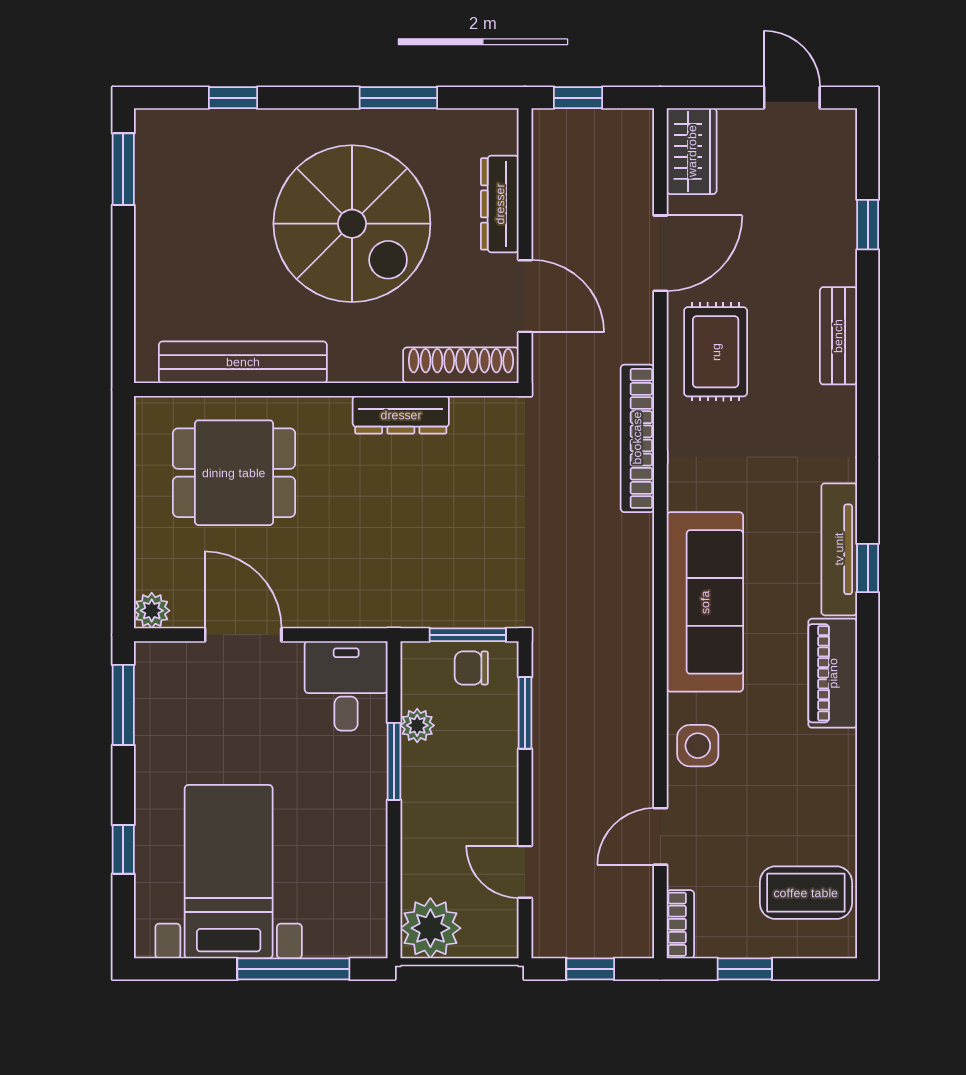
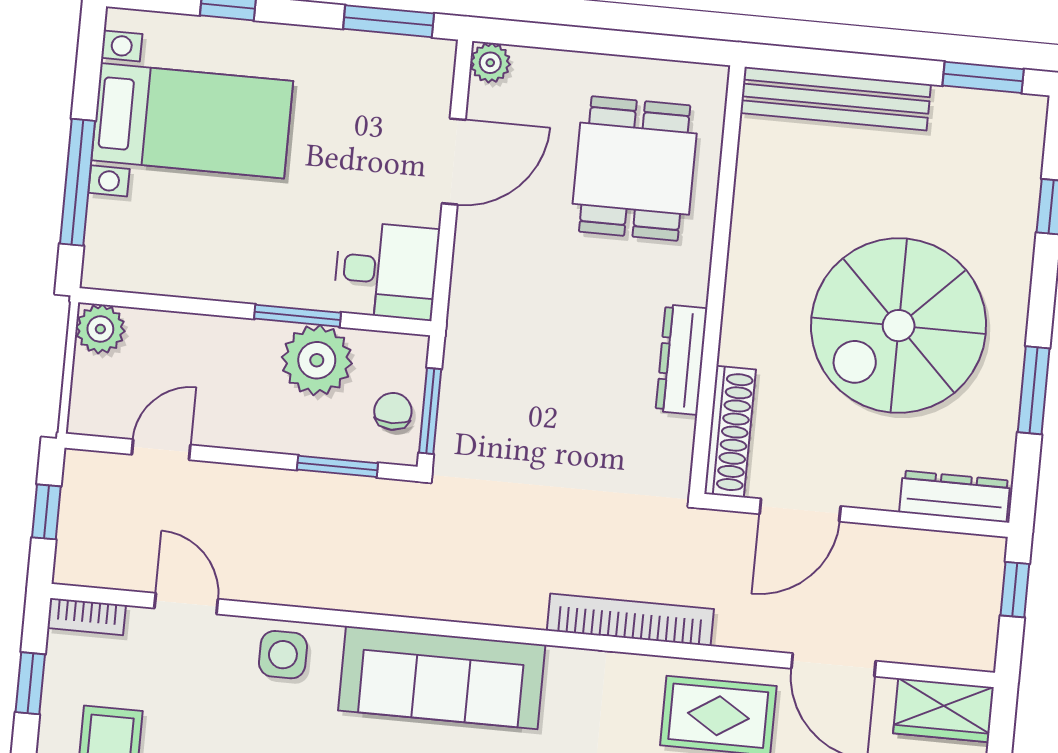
dresser: (500, 204) -> (955, 496), moved
bench: (243, 362) -> (836, 99), moved, turned 90
plant: (417, 725) -> (317, 360), width x1.87, depth x1.87
plant: (430, 928) -> (100, 329), width x0.73, depth x0.73

